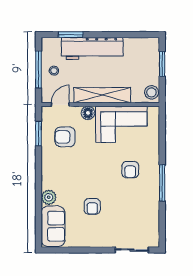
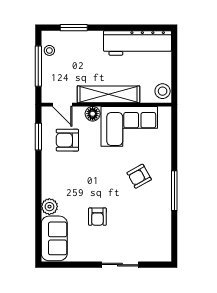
workbench: (92, 49) -> (137, 43), moved
window: (162, 64) -> (174, 60), removed
stool: (54, 71) -> (49, 50), moved
door: (60, 105) -> (62, 105), swing flipped
armchair: (130, 170) -> (139, 176), turned 61
sliding door: (132, 250) -> (120, 265), moved

